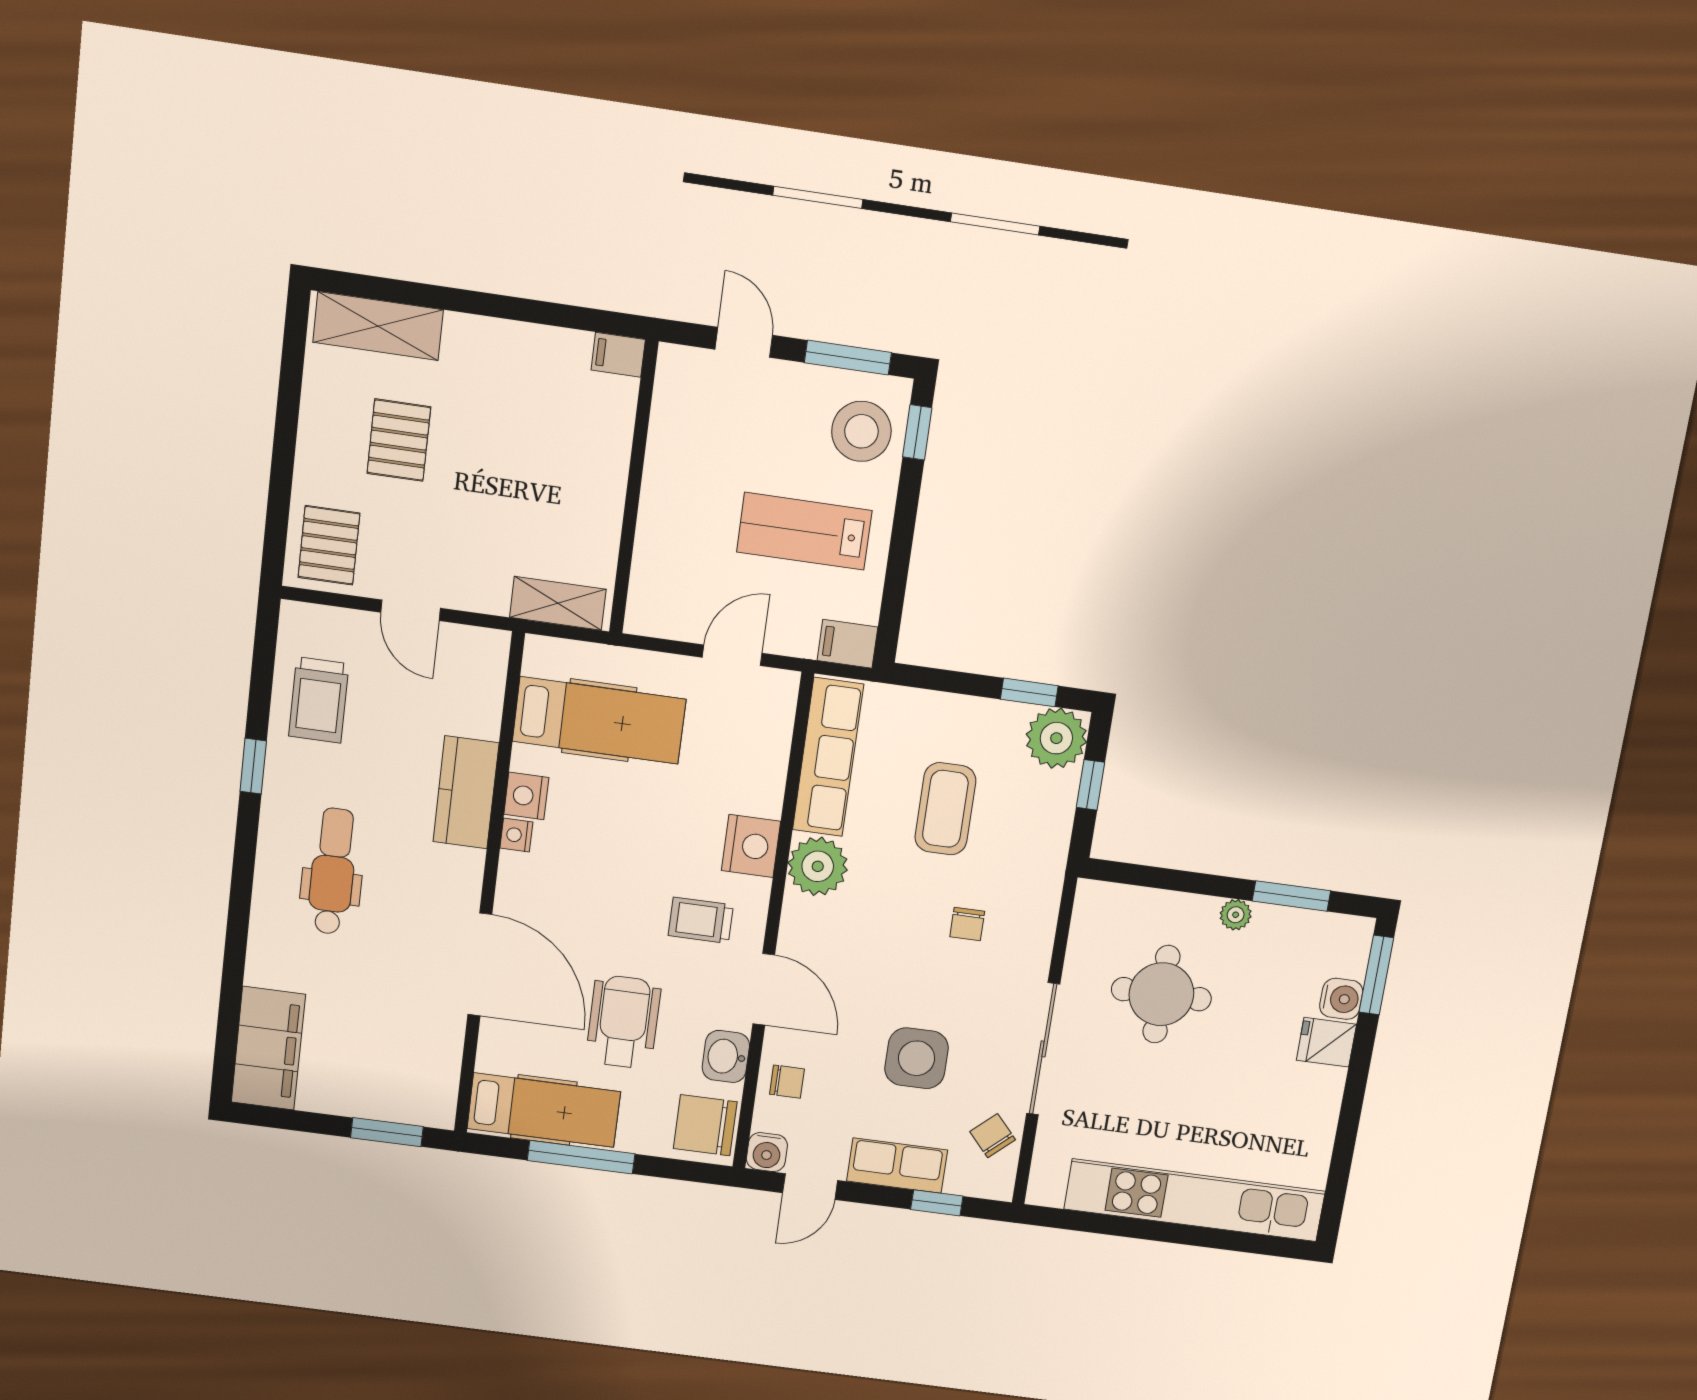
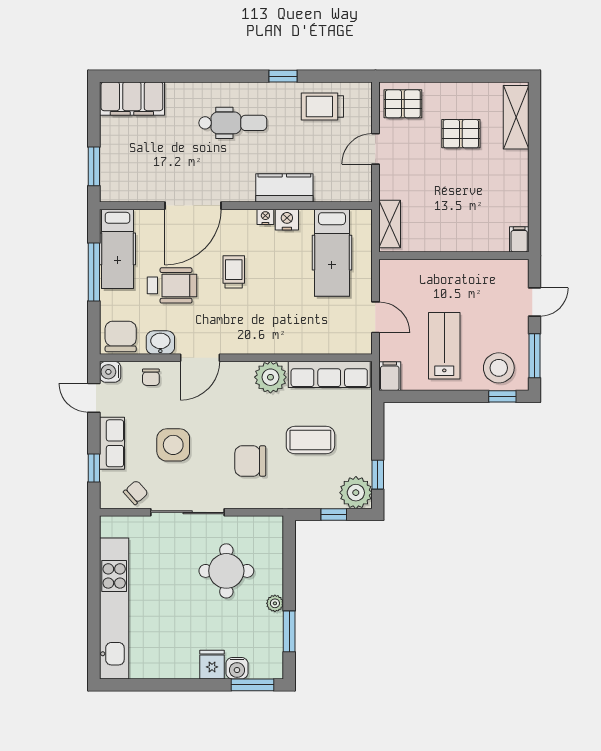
nightstand: (751, 846) -> (277, 341), removed
trolley: (701, 920) -> (234, 272), moved
chair: (967, 924) -> (250, 461), width x1.87, depth x1.87

